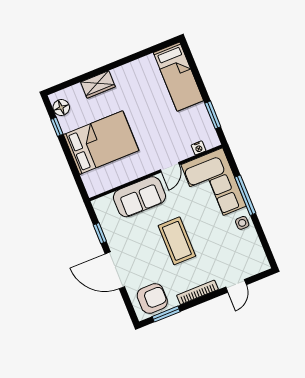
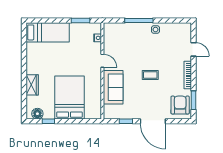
corner sofa: (214, 185) -> (125, 38), removed
coffee table: (177, 241) -> (150, 75), width x0.54, depth x0.58
door: (115, 270) -> (153, 121), hinge flipped

